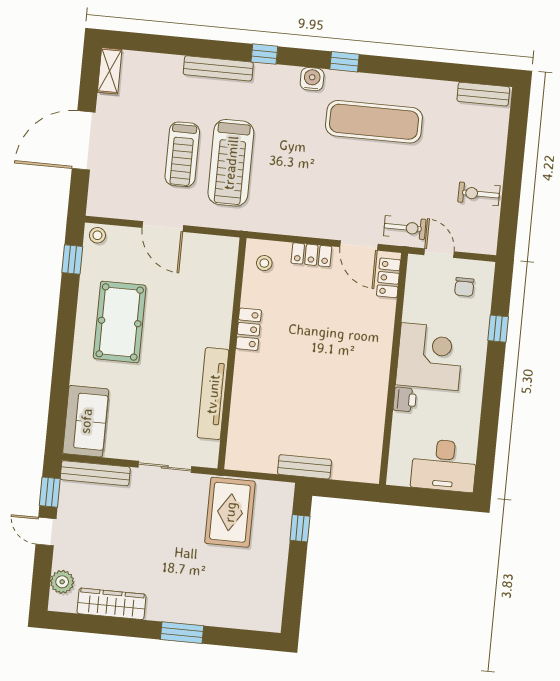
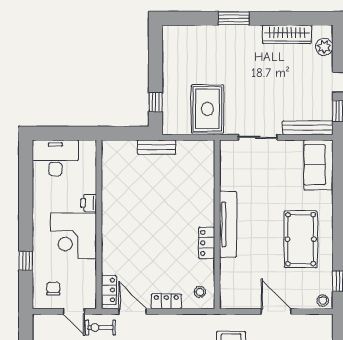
tv unit: (213, 394) -> (228, 224), moved

